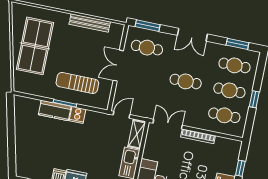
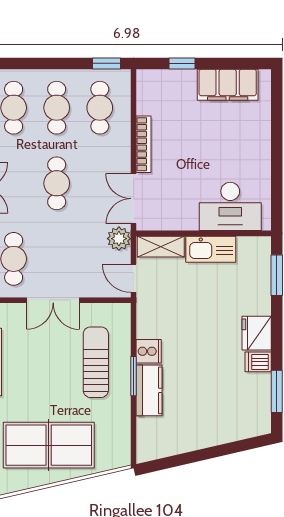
sun lounger: (77, 83) -> (96, 362), turned 180
window: (254, 99) -> (107, 63), moved
plant: (146, 111) -> (119, 239), added

